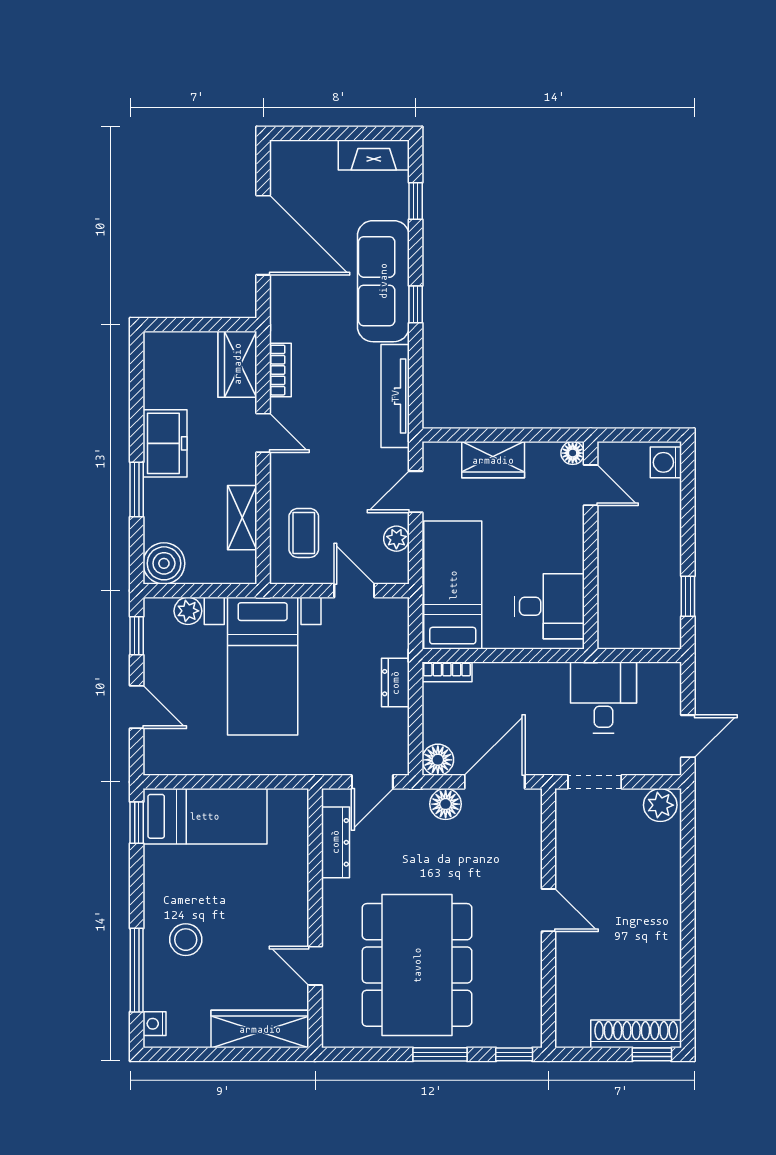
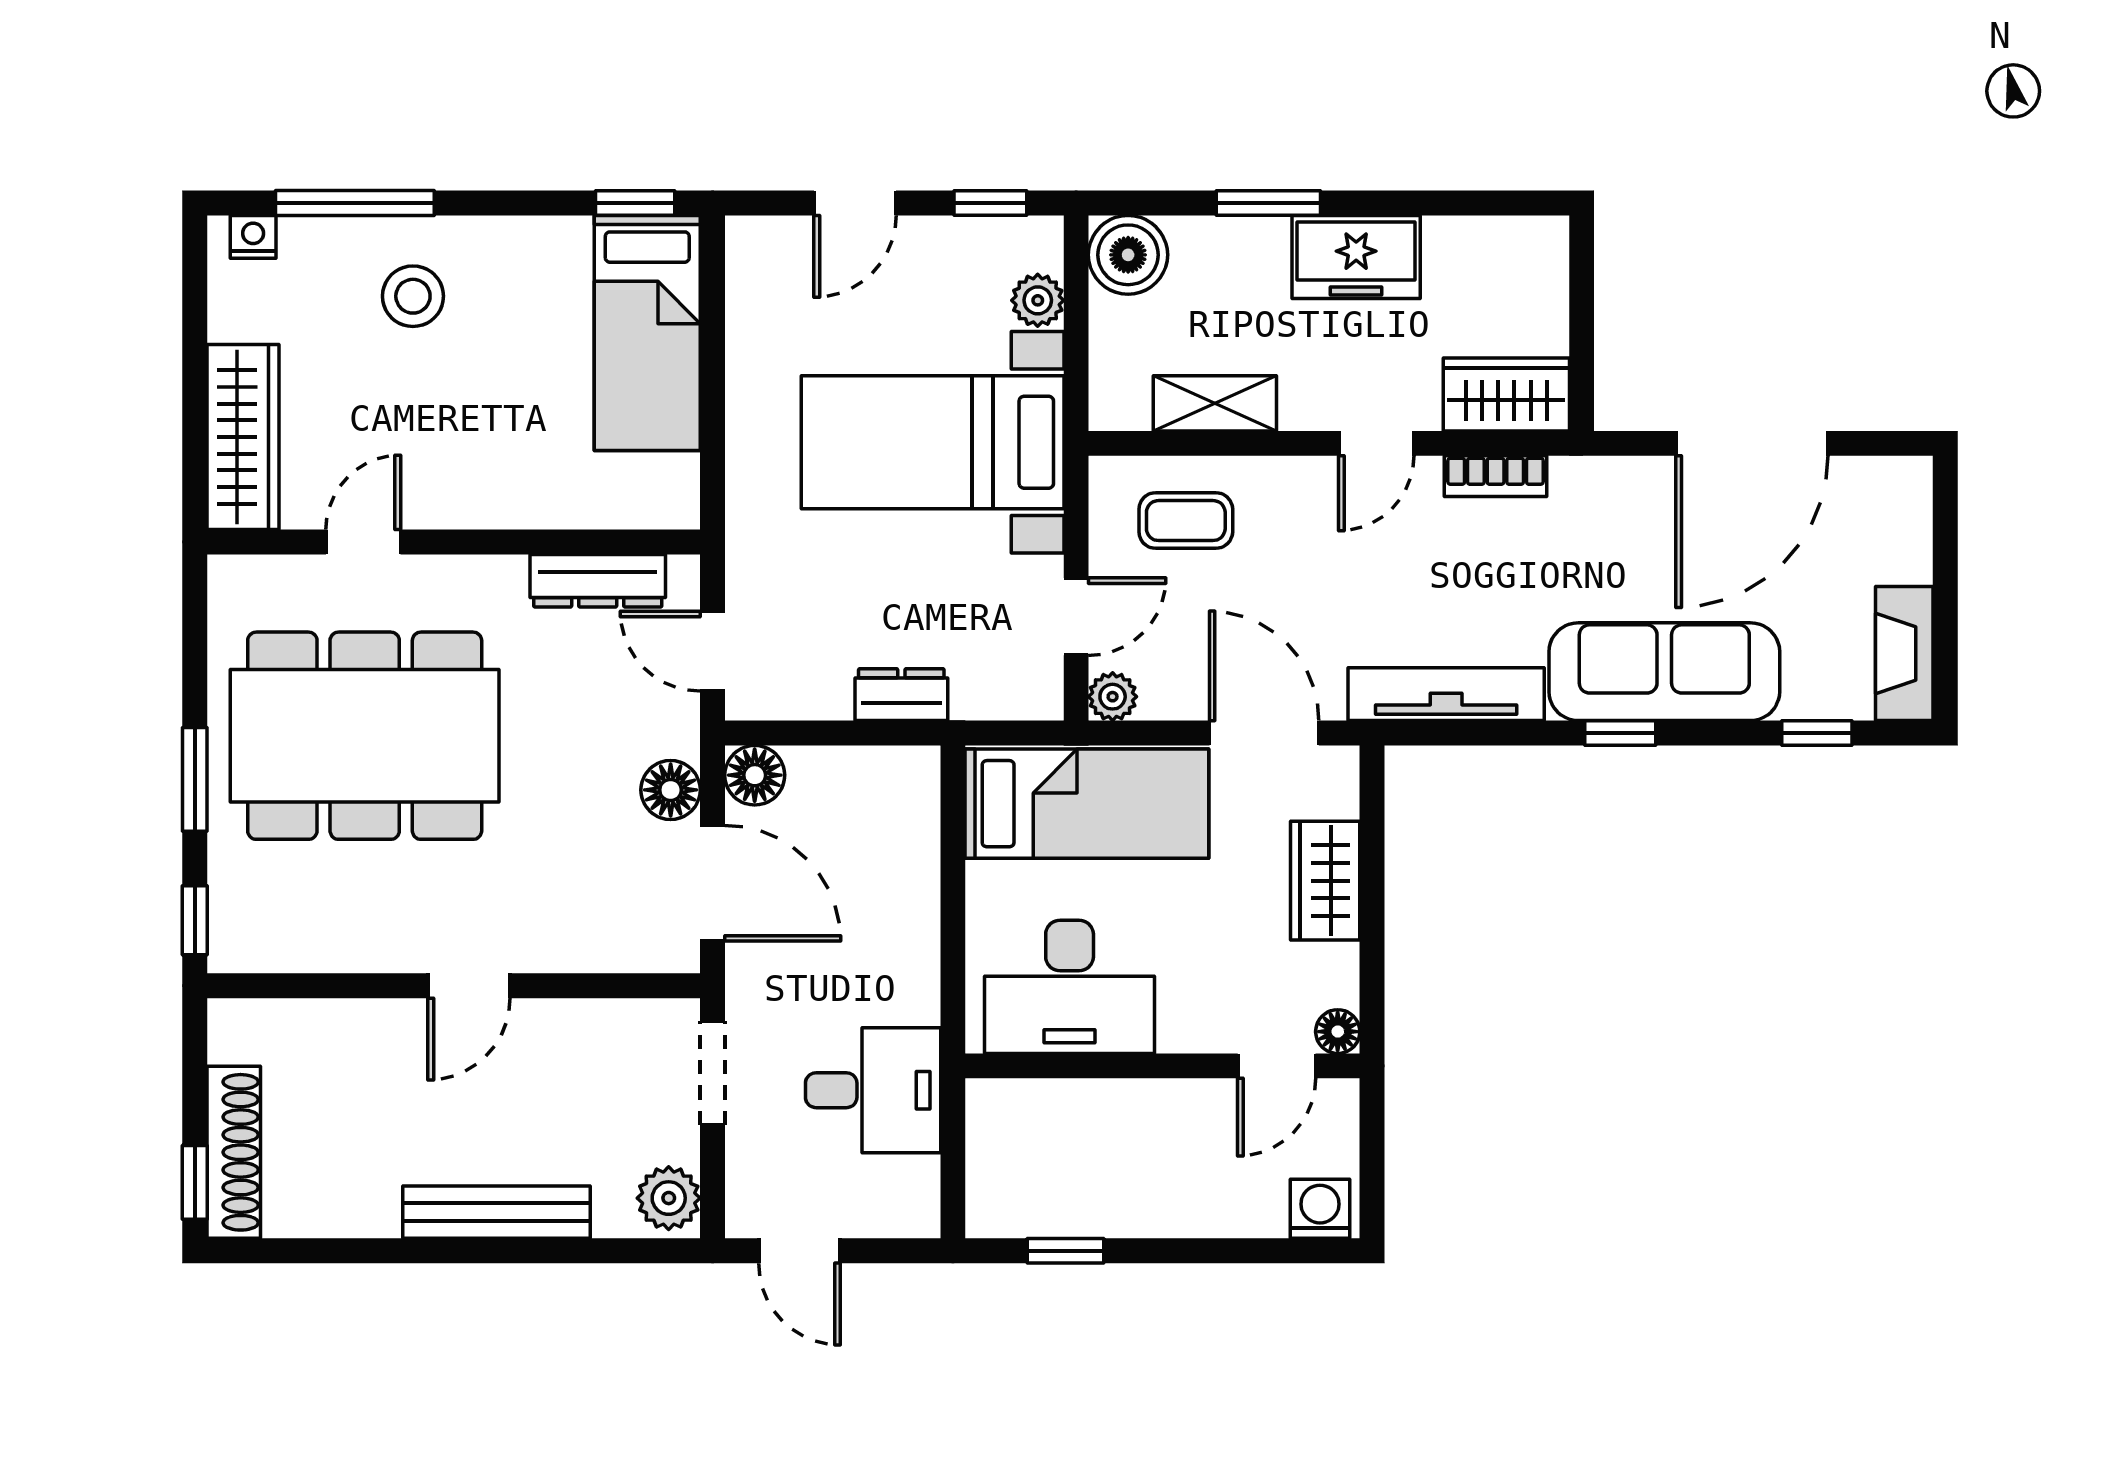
door: (416, 492) -> (1264, 733), width x1.38
plant: (396, 539) -> (1113, 697), moved
desk: (549, 606) -> (1070, 987), width x1.37
bookcase: (447, 672) -> (922, 793), removed
bench: (668, 896) -> (497, 1212), added

